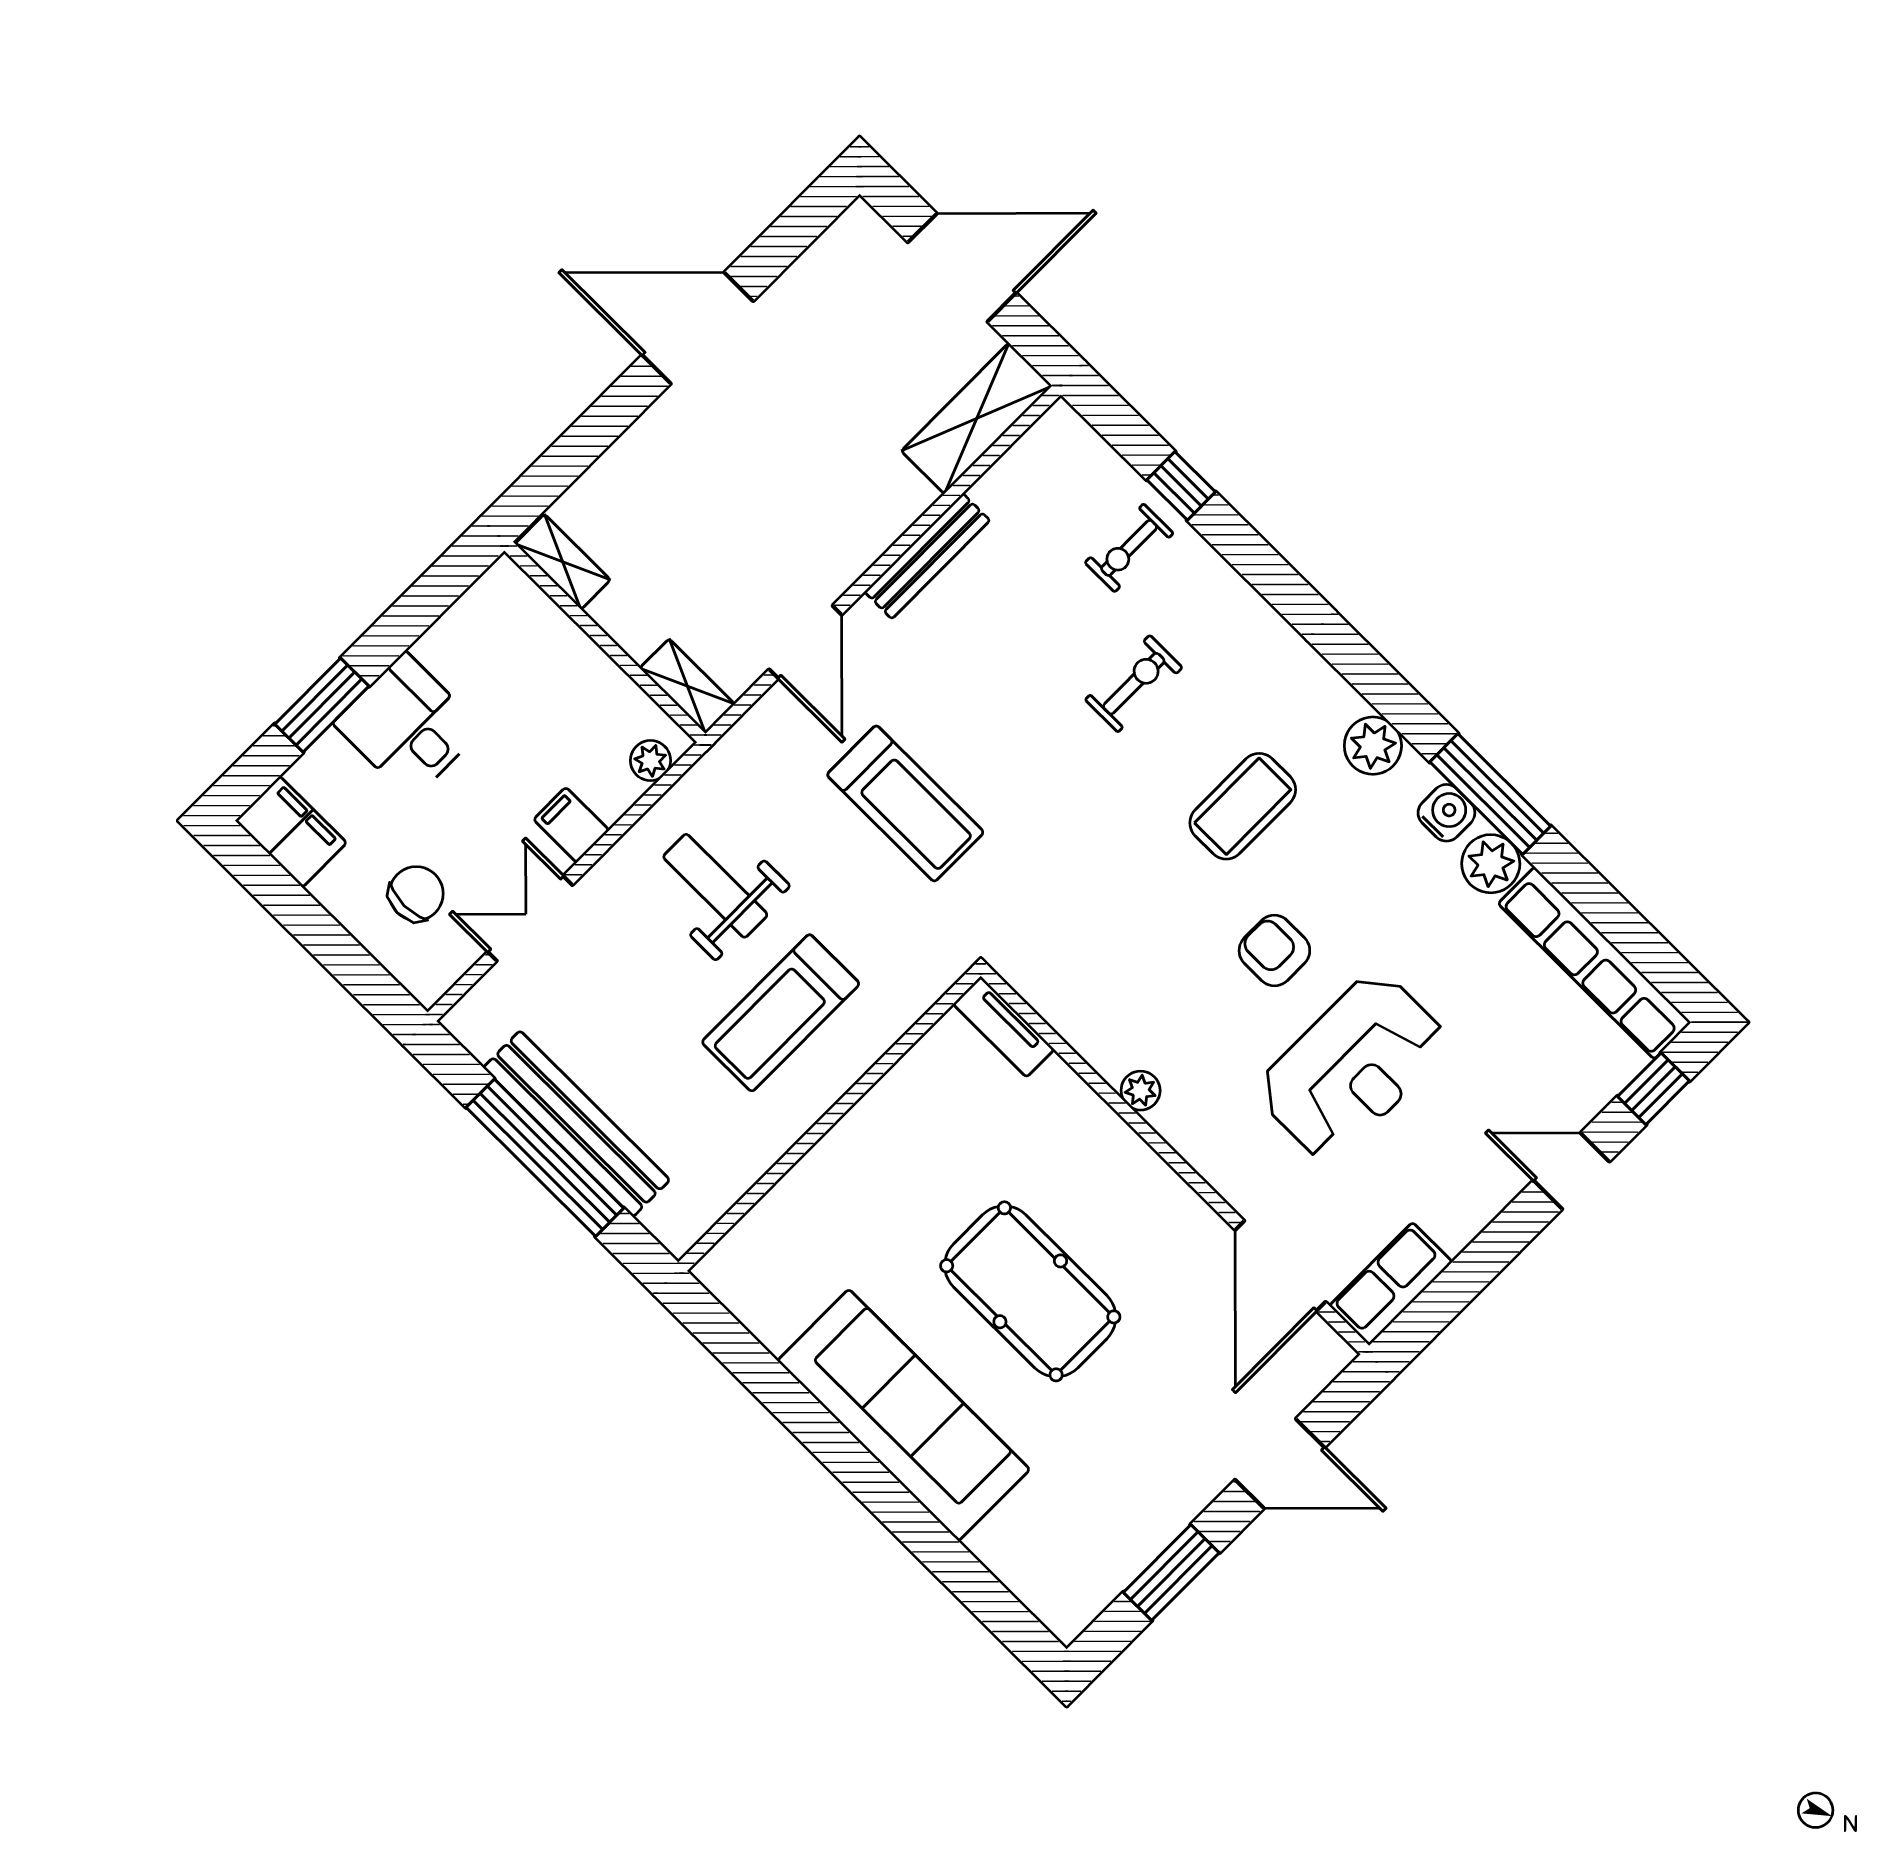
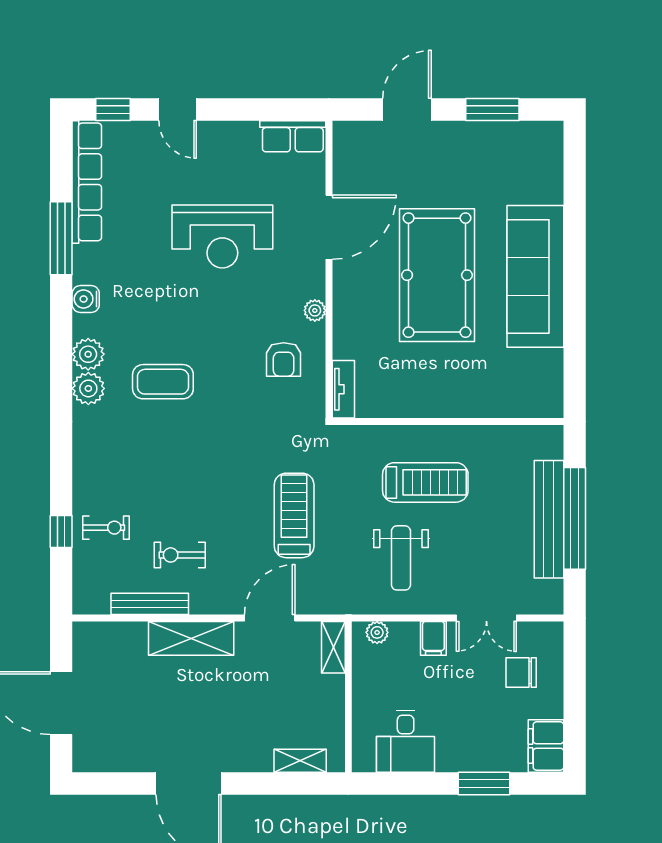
shelving: (977, 418) -> (191, 638), moved
bench: (927, 556) -> (150, 604), moved
shelving: (563, 562) -> (300, 761), moved, turned 90
exercise bike: (1134, 684) -> (180, 555), moved
desk: (408, 726) -> (406, 741), moved
window: (1490, 794) -> (61, 238), moved
plant: (1491, 864) -> (88, 388), moved
armchair: (1274, 951) -> (284, 359), moved
reception desk: (1352, 1067) -> (222, 237), turned 180
door: (1280, 1266) -> (329, 227), moved
pool table: (1030, 1291) -> (437, 275), width x1.36, depth x1.32
door: (1280, 1464) -> (407, 109), hinge flipped

